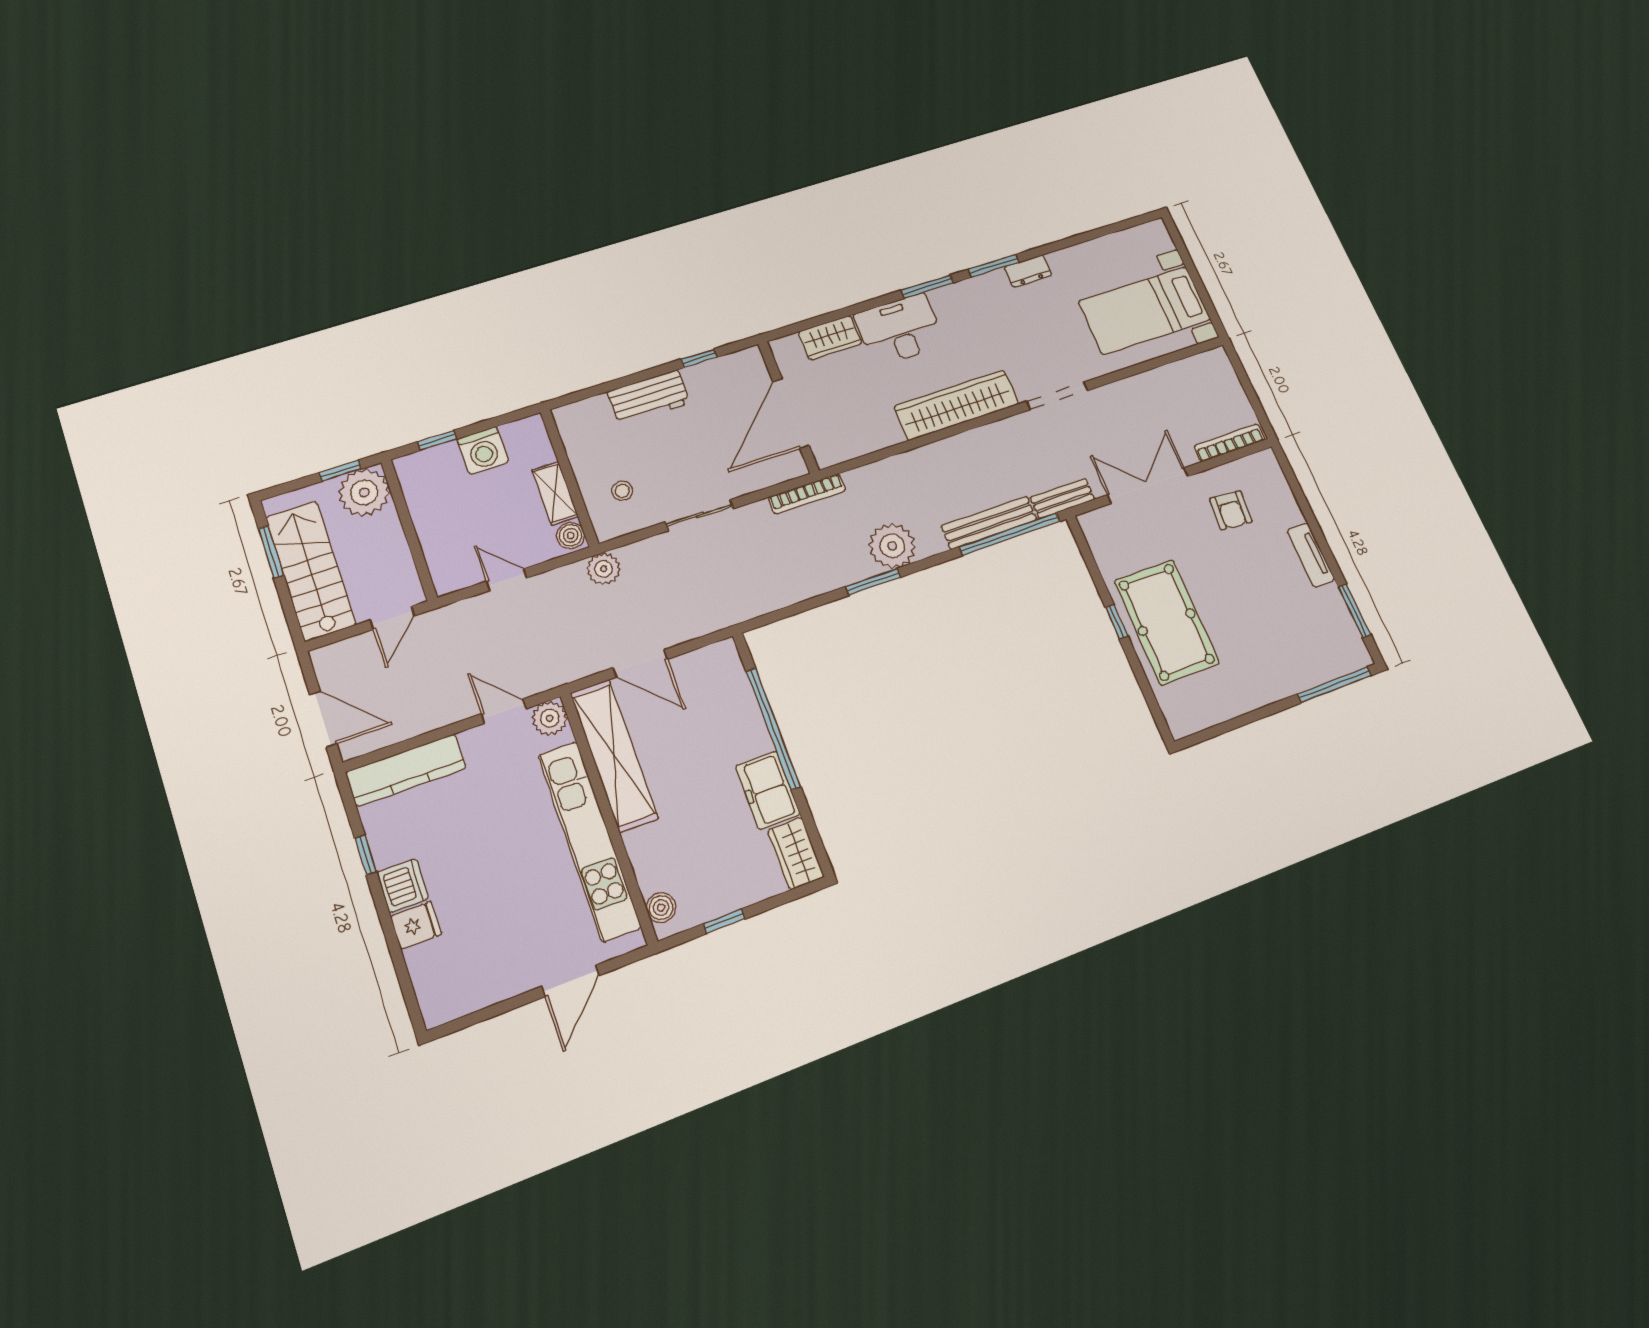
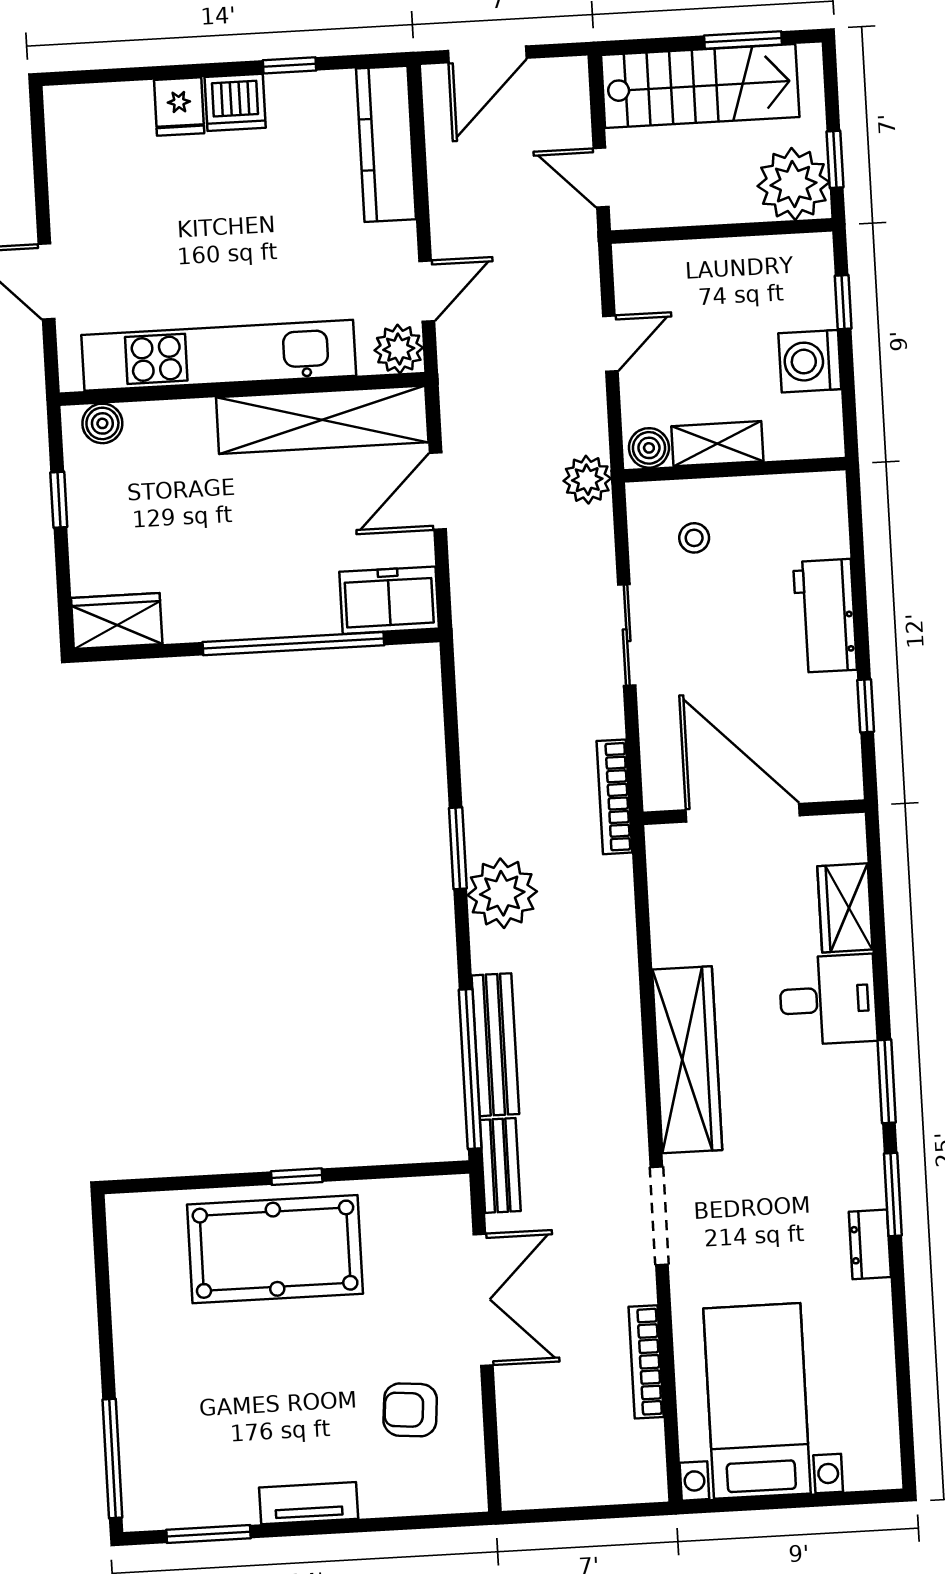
desk: (900, 330) -> (828, 1000), width x0.73
bookcase: (1229, 443) -> (646, 1362), moved, turned 180
freezer: (768, 790) -> (389, 600), moved

